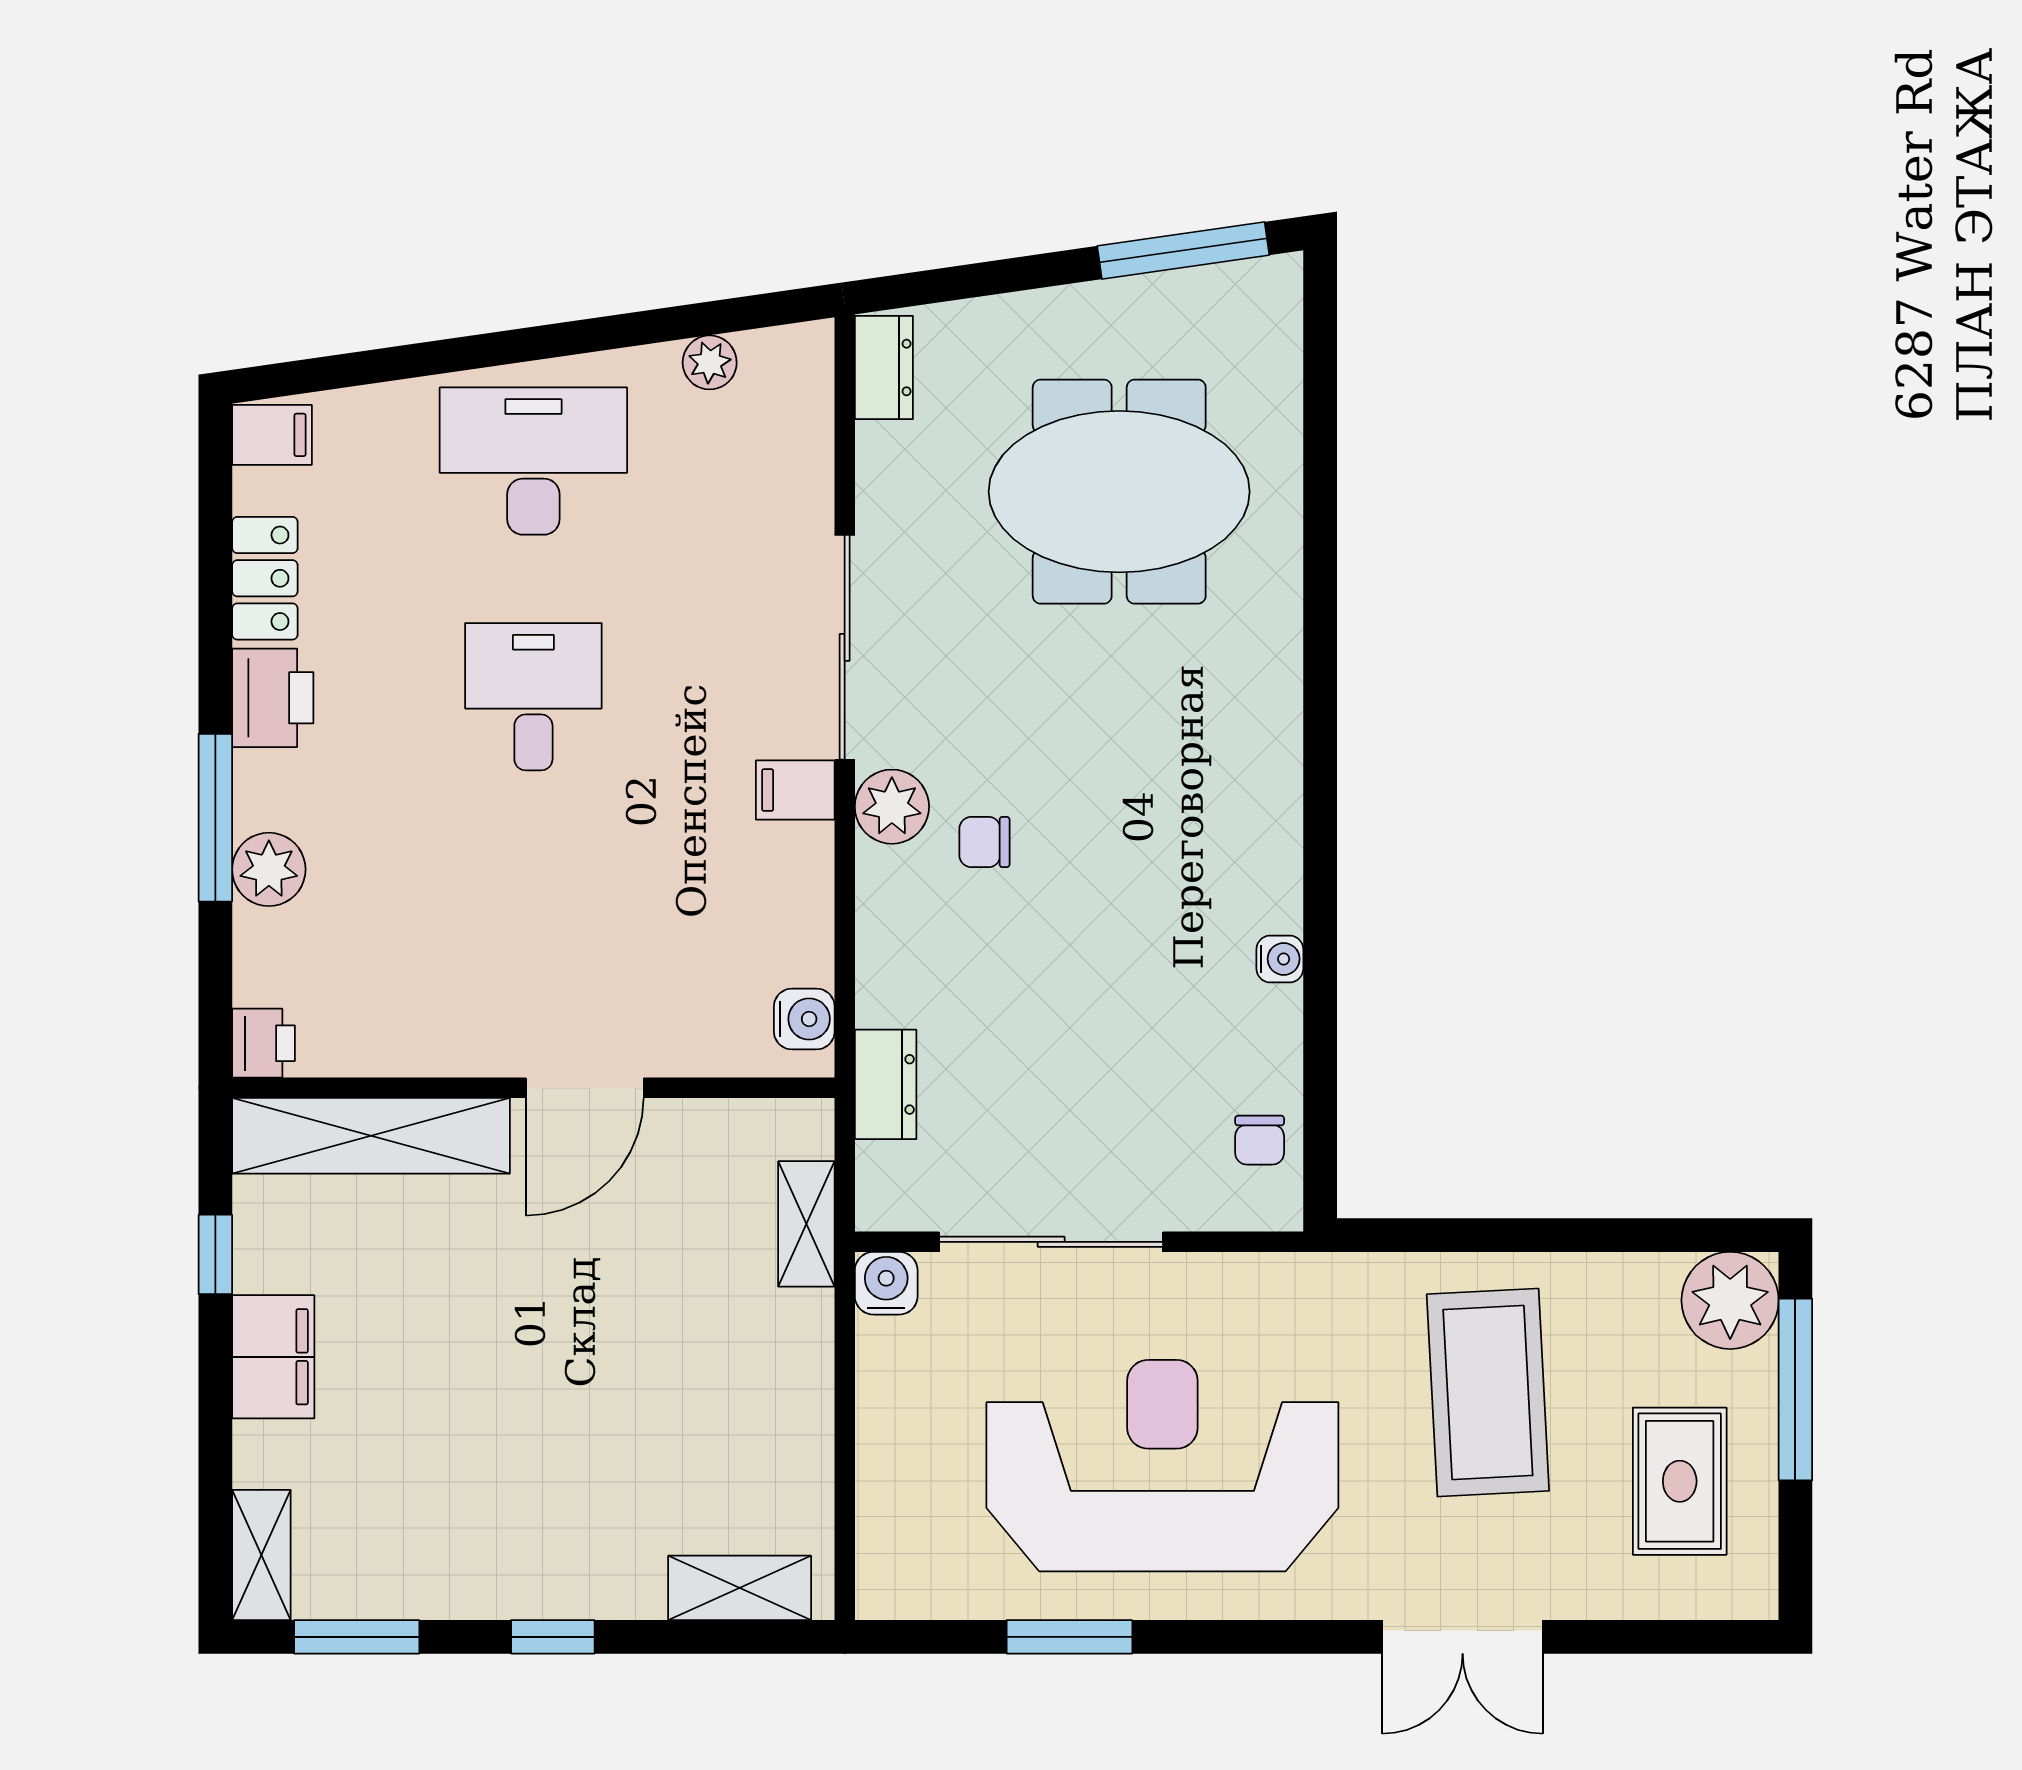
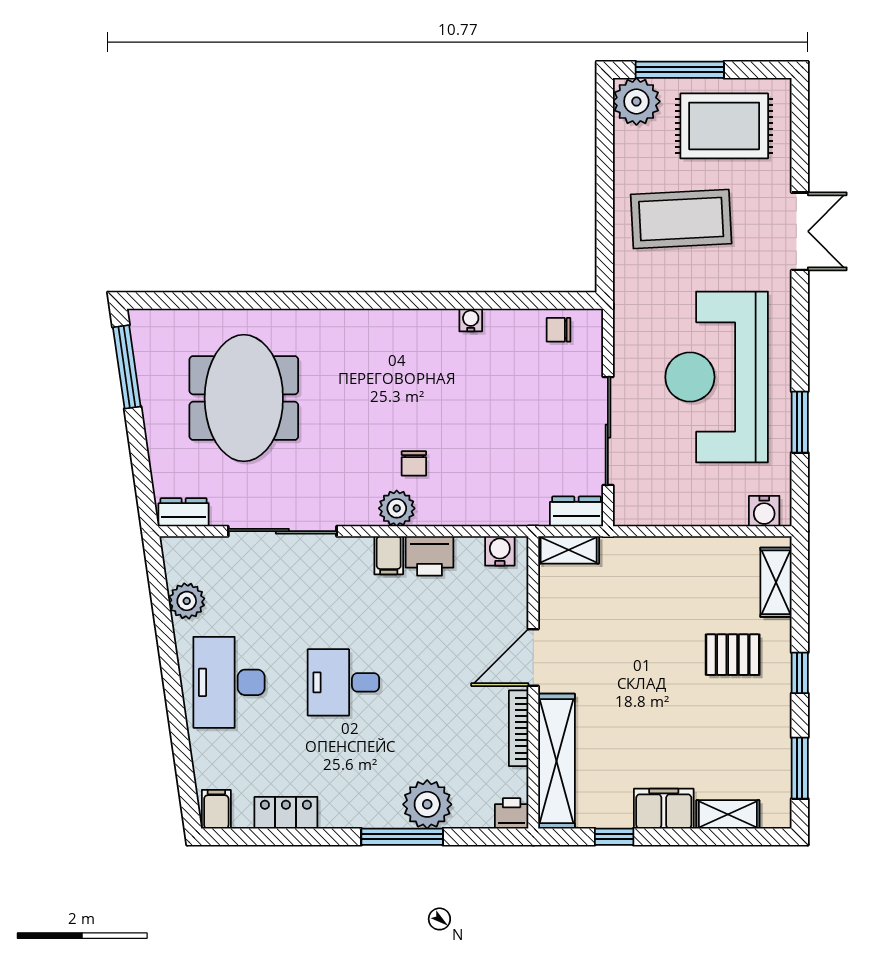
plant: (710, 362) -> (187, 601), width x1.38, depth x1.38
sliding door: (845, 647) -> (282, 531), moved
printer: (273, 698) -> (430, 556), moved, turned 180
plant: (269, 869) -> (427, 804), width x1.36, depth x1.36
bookcase: (439, 1058) -> (519, 728), added
dresser: (886, 1084) -> (576, 511), moved
door: (585, 1088) -> (533, 657), swing flipped
chair: (1260, 1140) -> (559, 330), turned 180
shelving: (806, 1224) -> (569, 550), moved
water cooler: (886, 1283) -> (764, 511), moved, turned -90
rug: (1680, 1481) -> (724, 126), width x1.36, depth x1.43
pallet: (590, 1499) -> (733, 655), added
shelving: (261, 1555) -> (728, 814), moved

